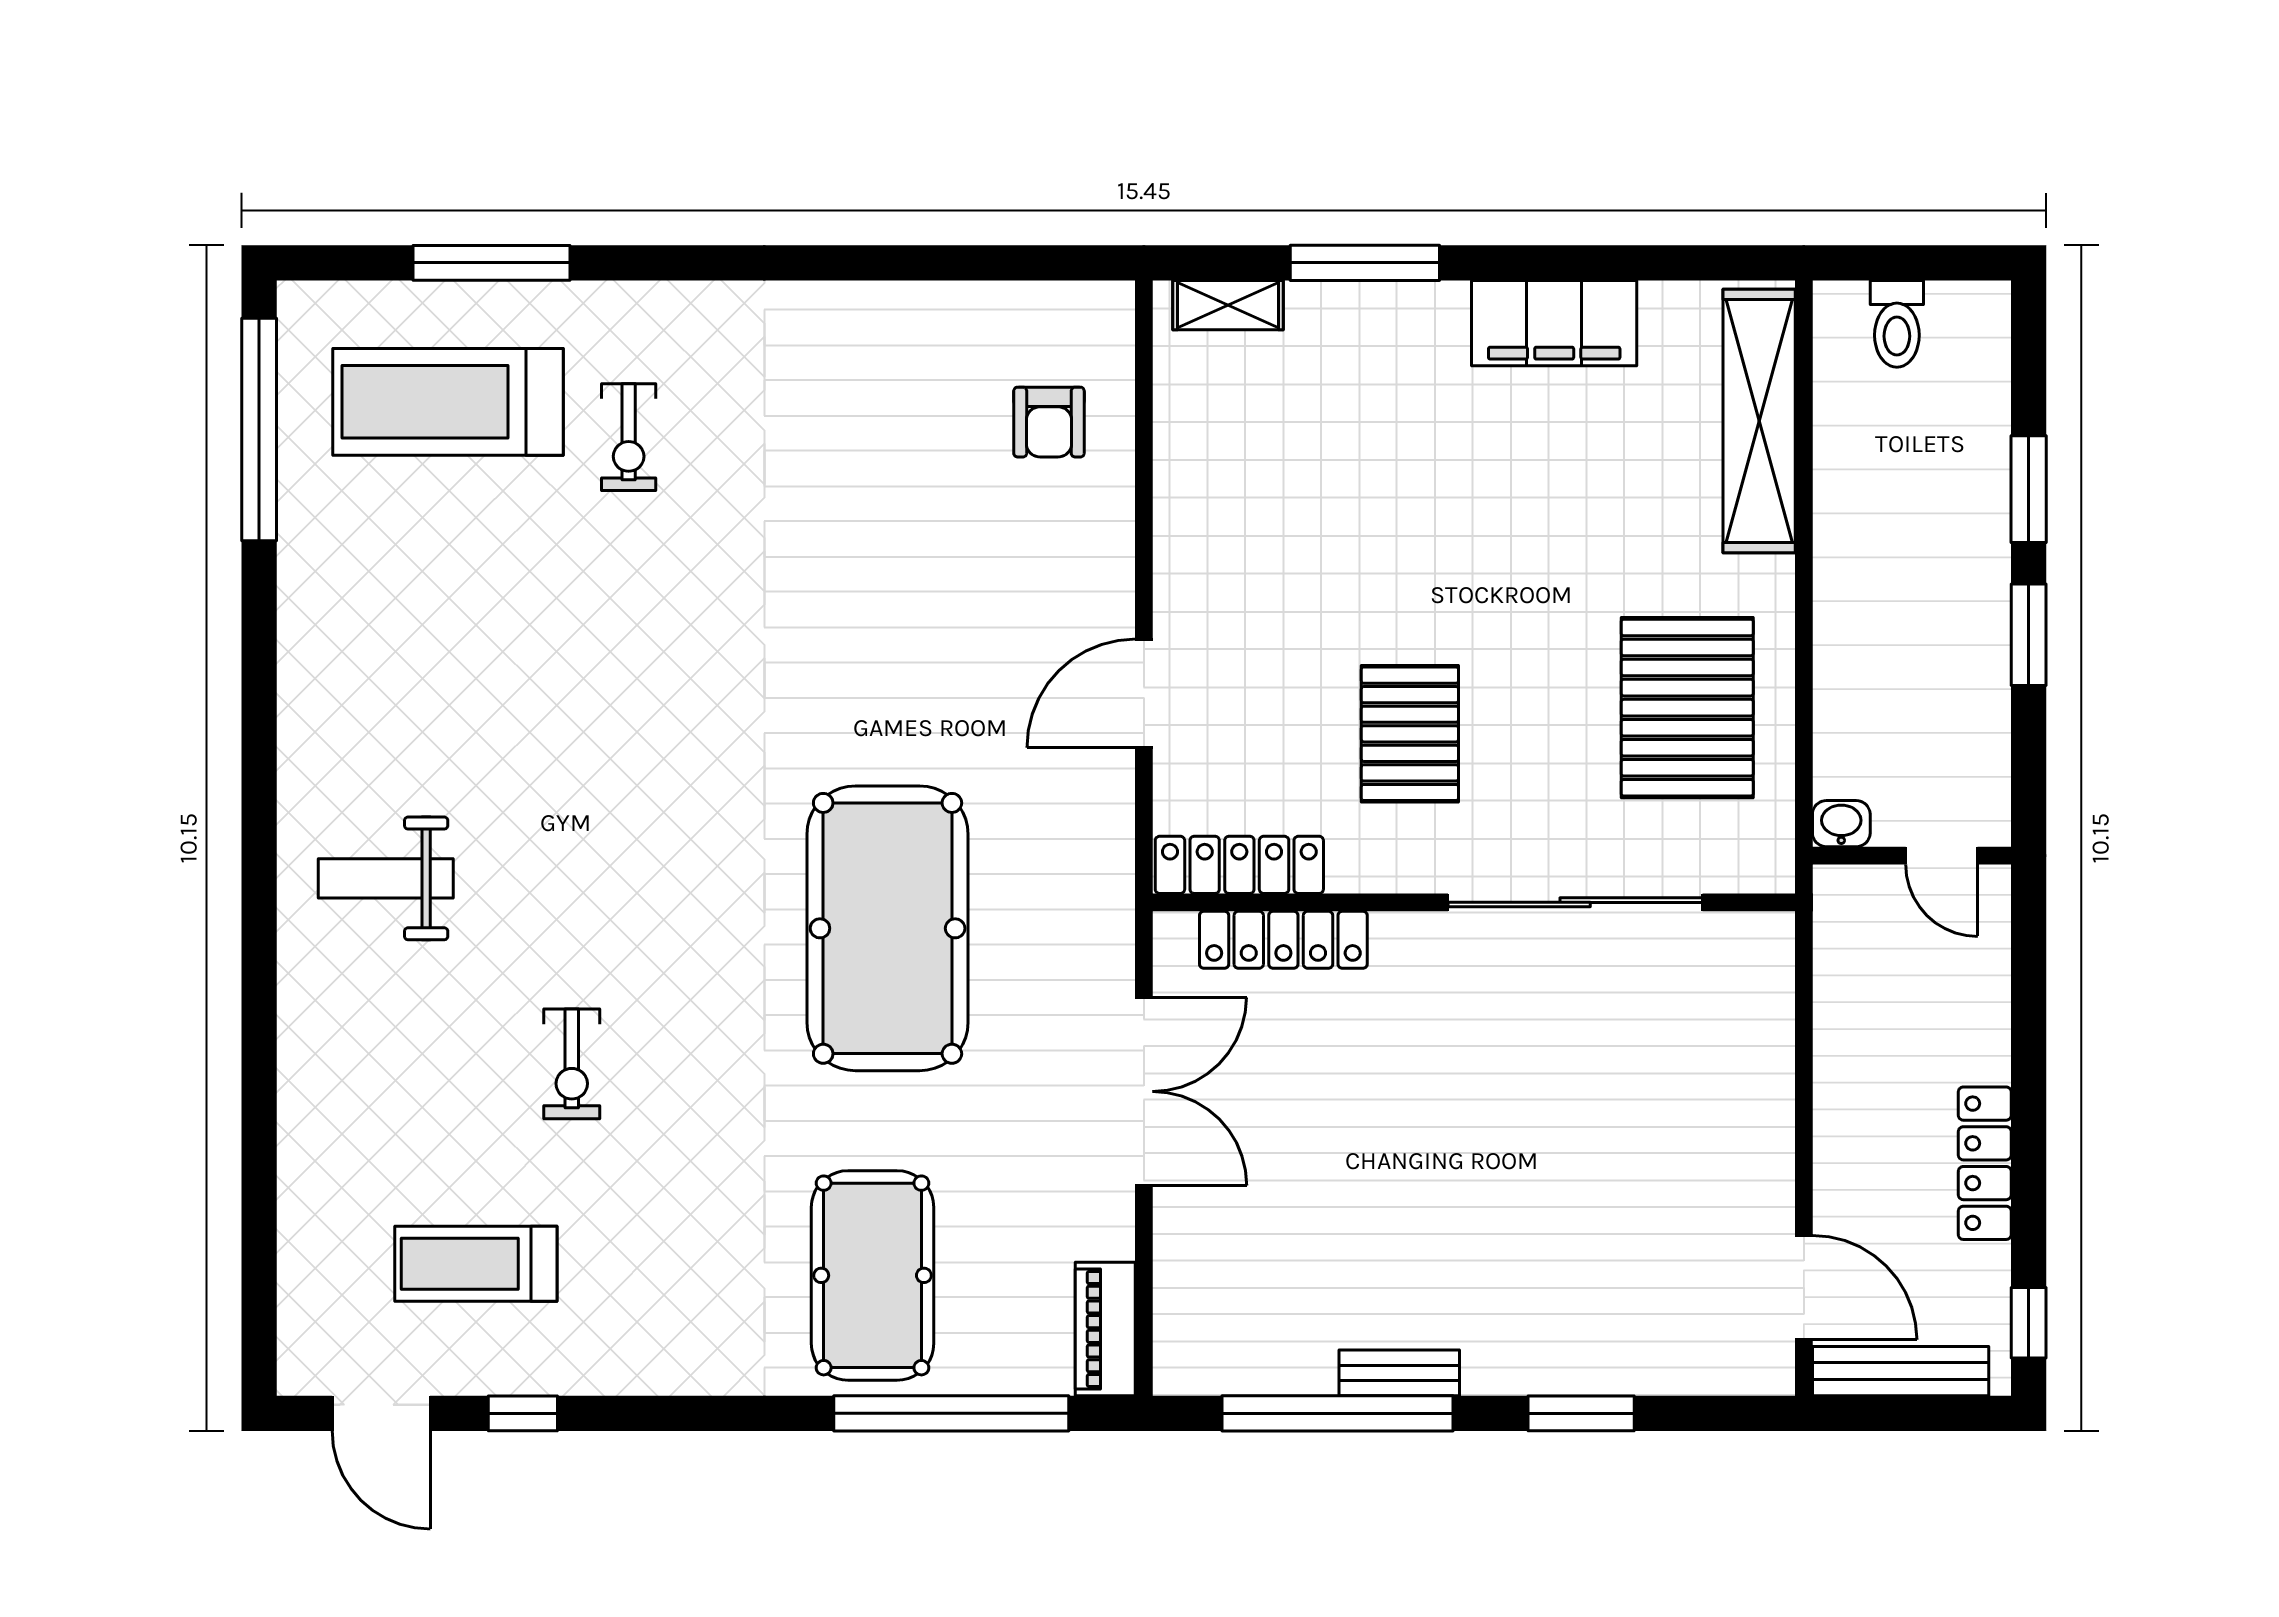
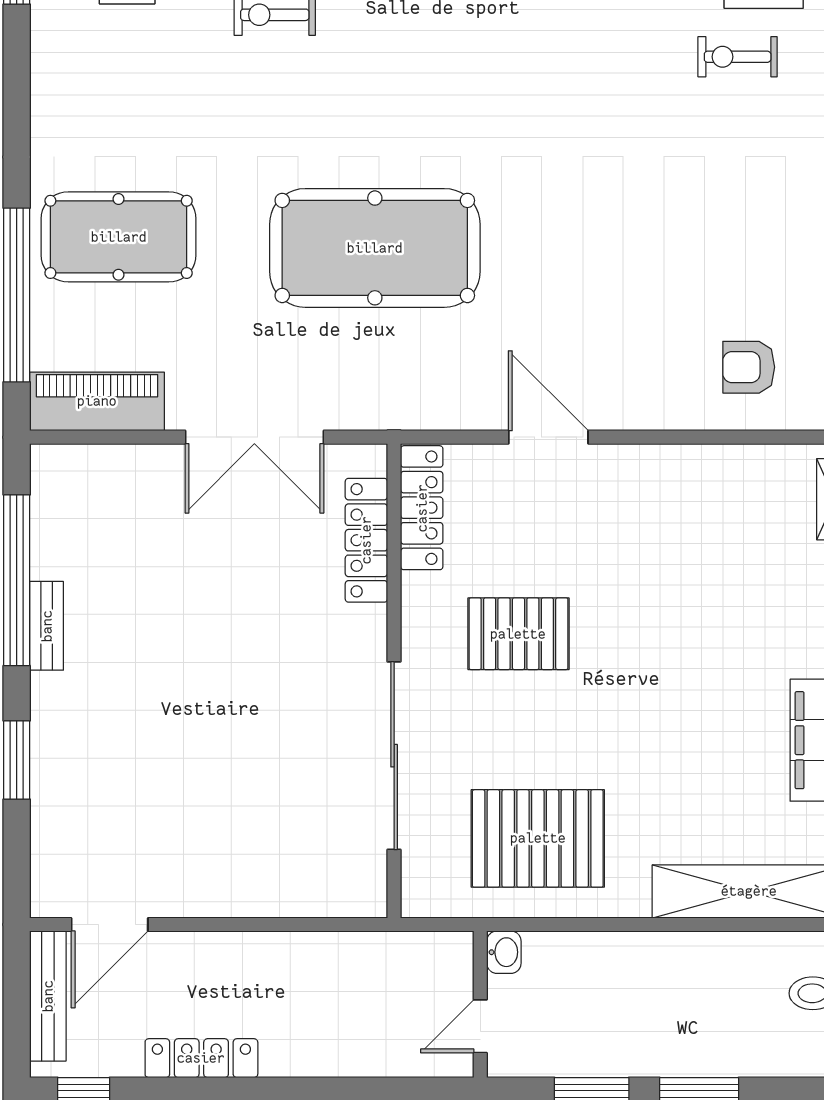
washbasin: (1841, 824) -> (504, 952), moved
wall: (1912, 856) -> (480, 1004), moved
door: (1942, 856) -> (480, 1026), moved
piano: (1105, 1329) -> (97, 401), width x1.37, depth x1.33

